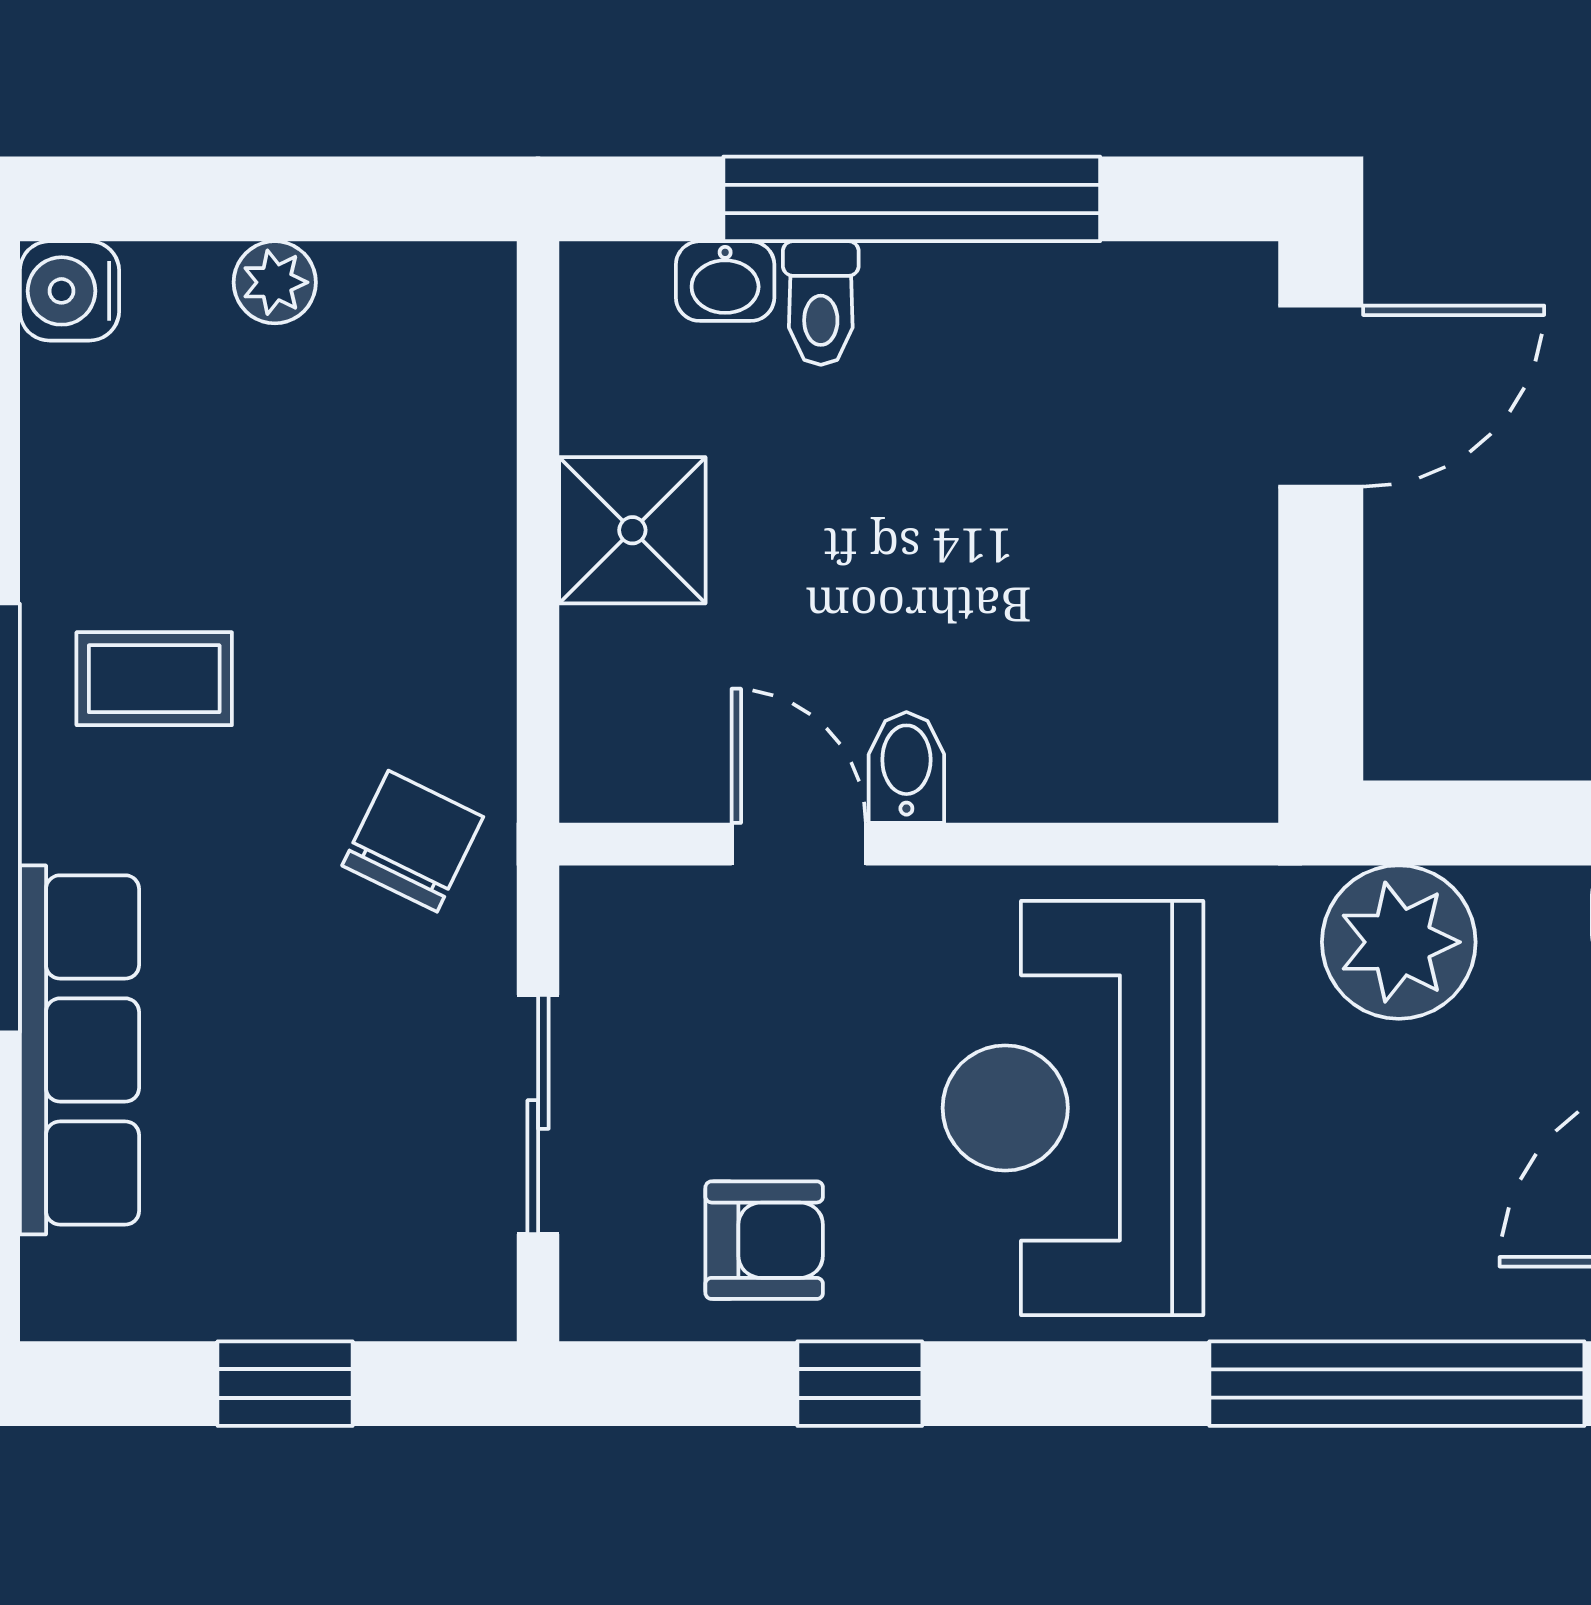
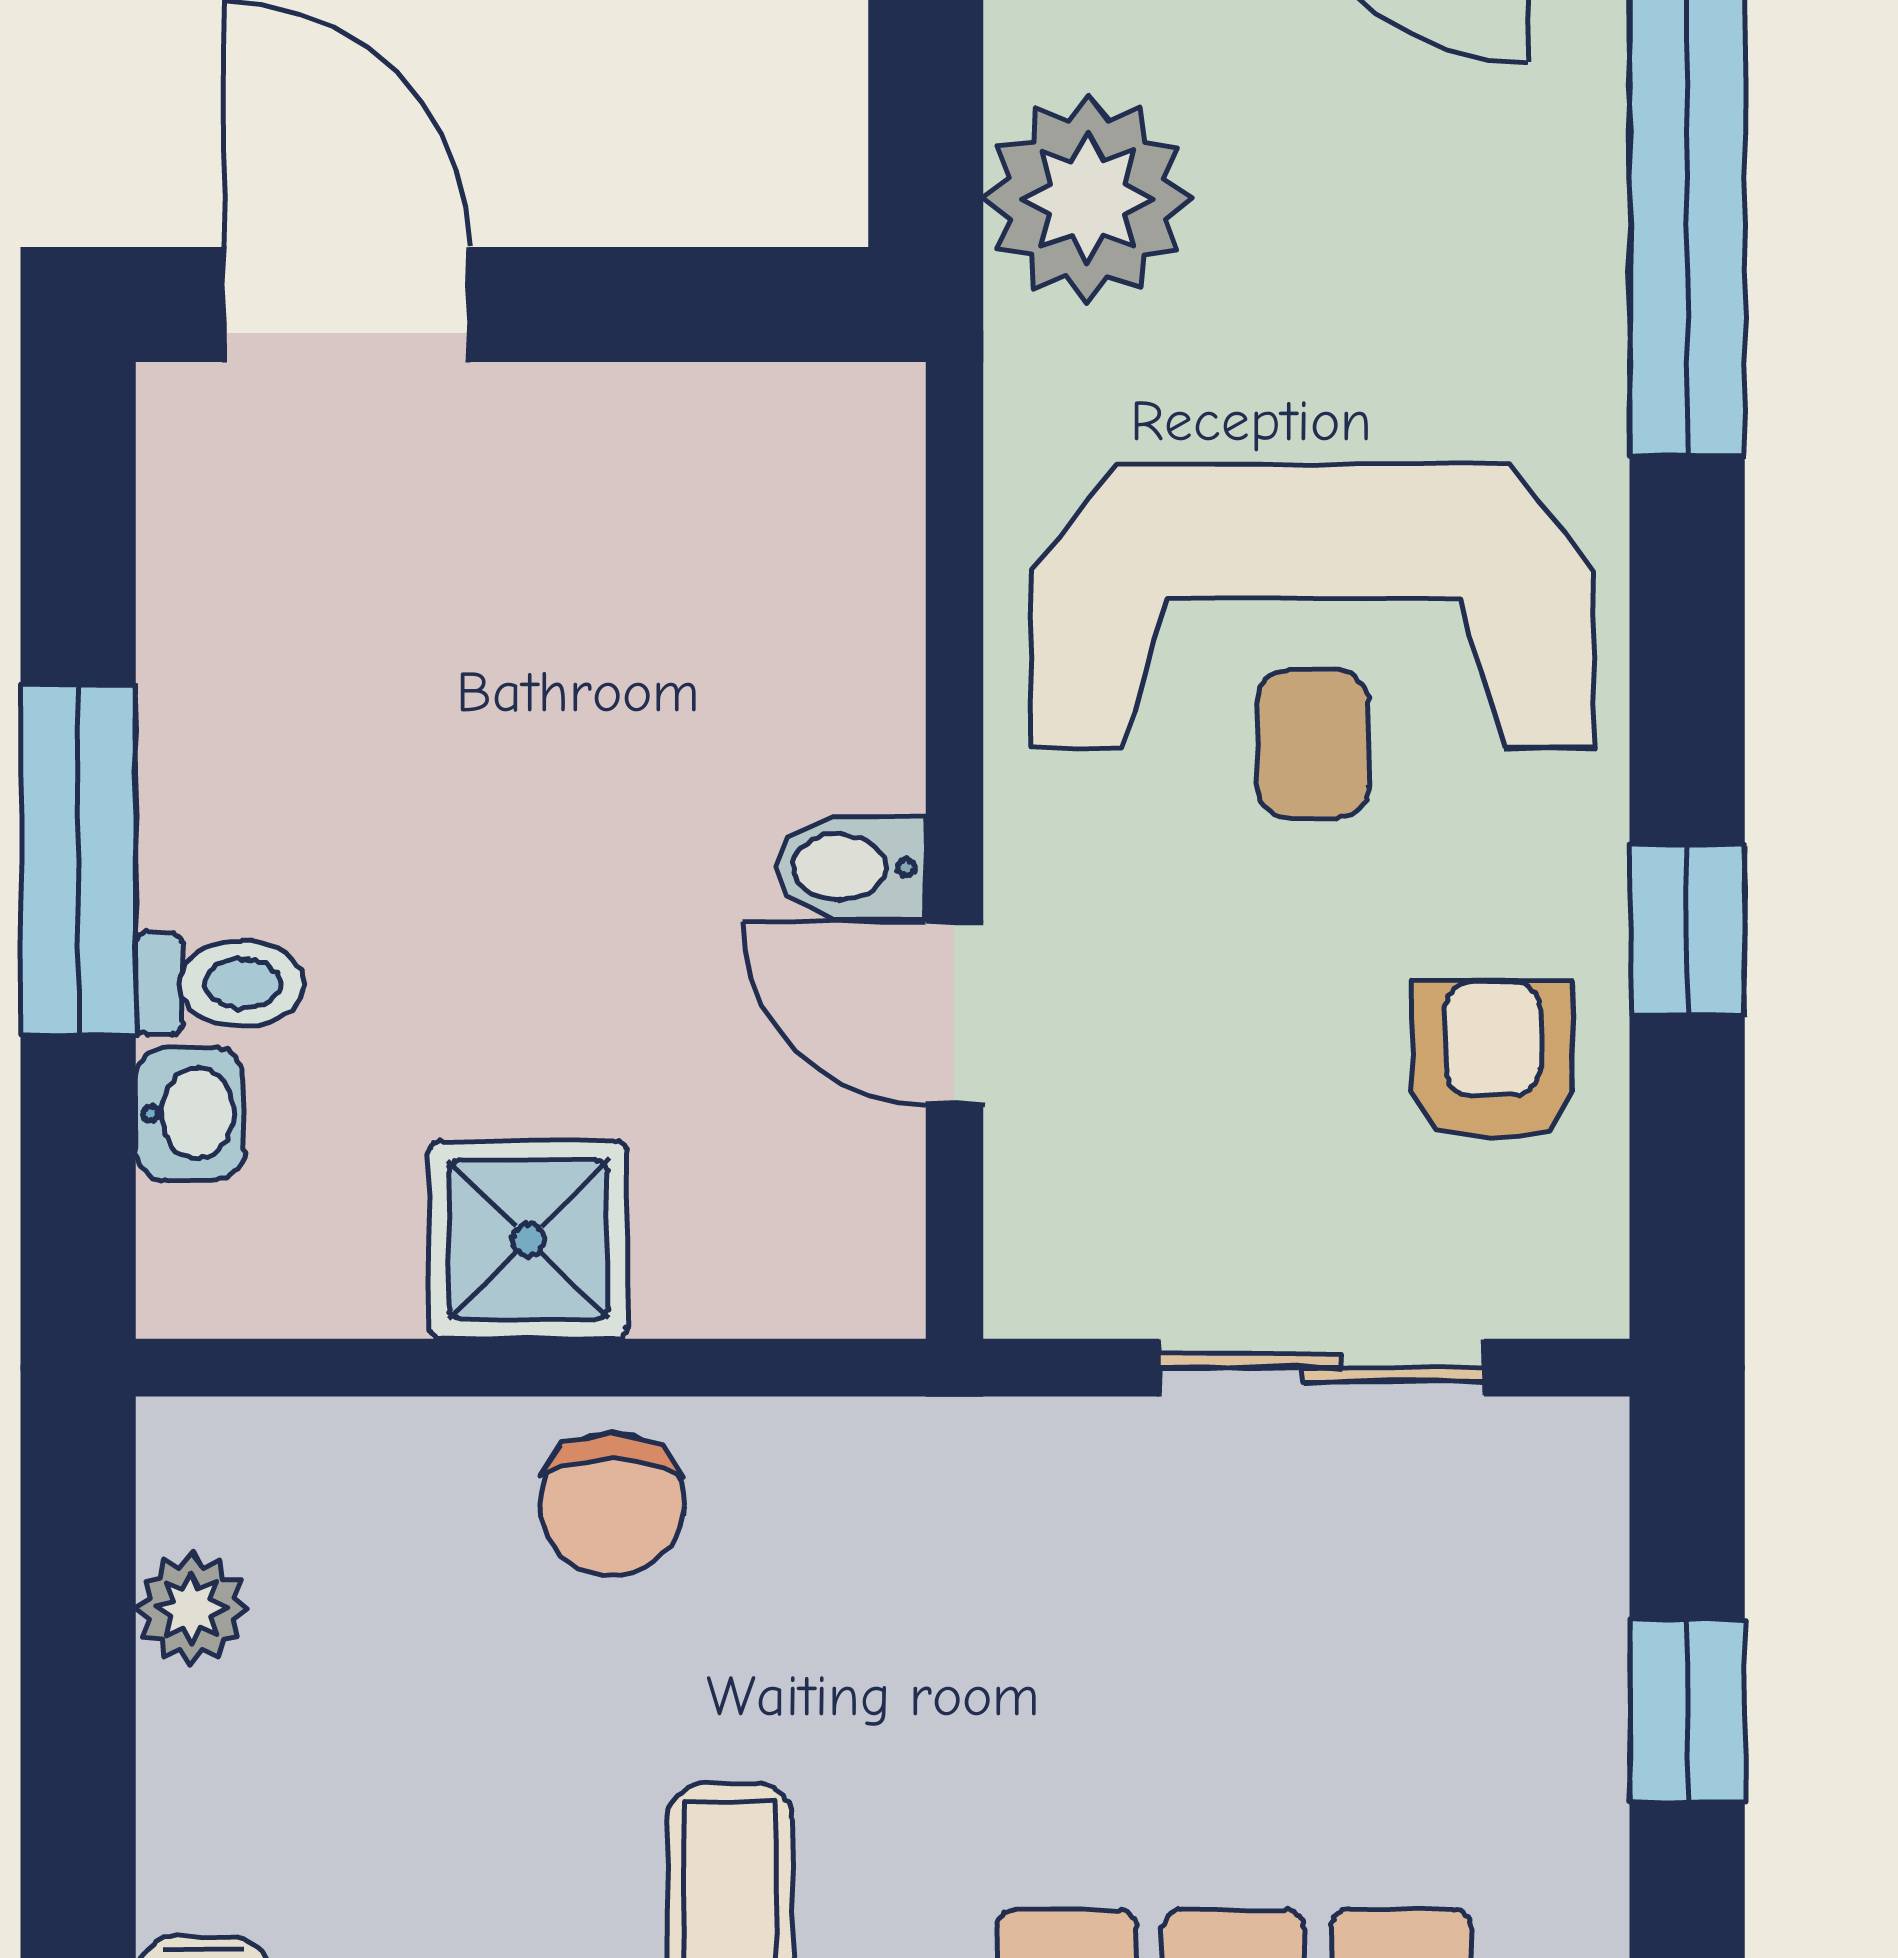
window: (912, 199) -> (78, 860), width x0.68
plant: (275, 282) -> (191, 1608), moved
chair: (413, 841) -> (612, 1504), moved, turned -116
door: (799, 844) -> (954, 1014), hinge flipped

